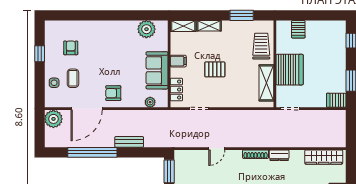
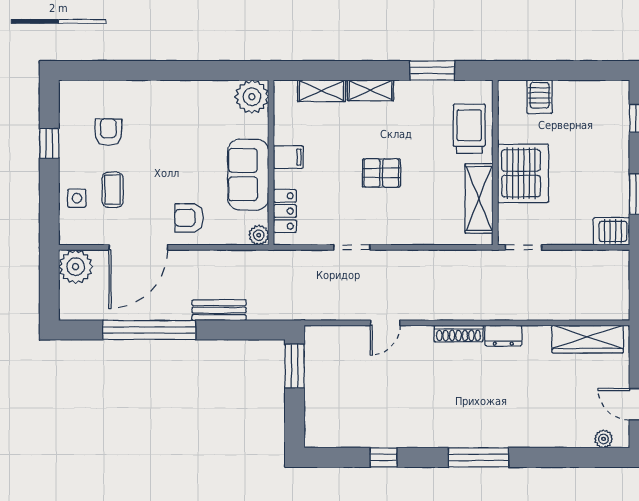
filing cabinet: (178, 61) -> (288, 157), moved
wall: (169, 64) -> (271, 162), moved
sofa: (157, 70) -> (248, 175), moved
locker: (176, 90) -> (285, 211), moved

